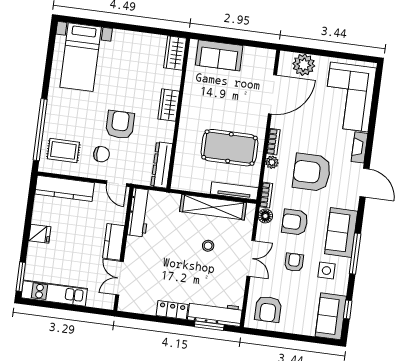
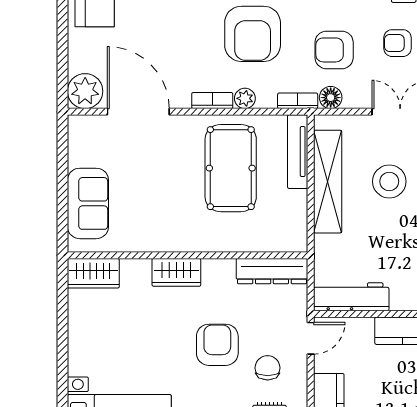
plant: (304, 65) -> (85, 91), moved
armchair: (120, 125) -> (217, 345), turned 90
armchair: (295, 222) -> (334, 50), turned 90
stool: (208, 246) -> (389, 181), width x1.89, depth x1.89

